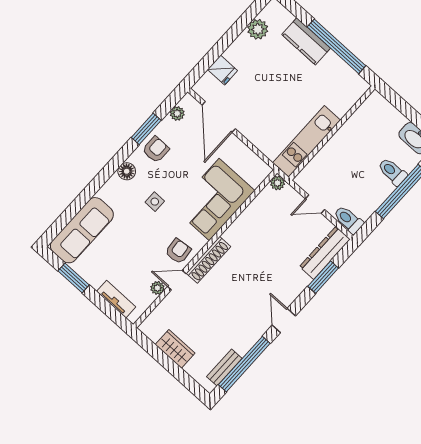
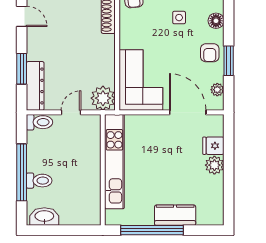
plant: (258, 29) -> (214, 165), moved
kitchen unit: (307, 141) -> (114, 162), width x1.36
plant: (278, 183) -> (103, 98), width x1.87, depth x1.87
corner sofa: (214, 199) -> (141, 80), moved

